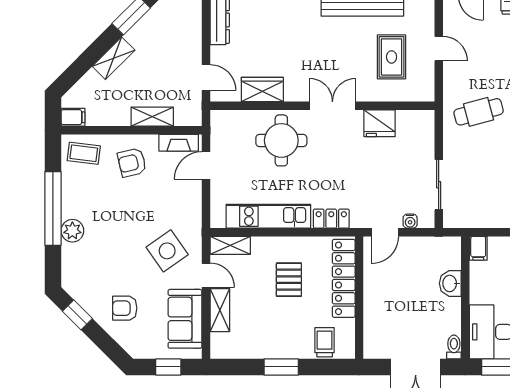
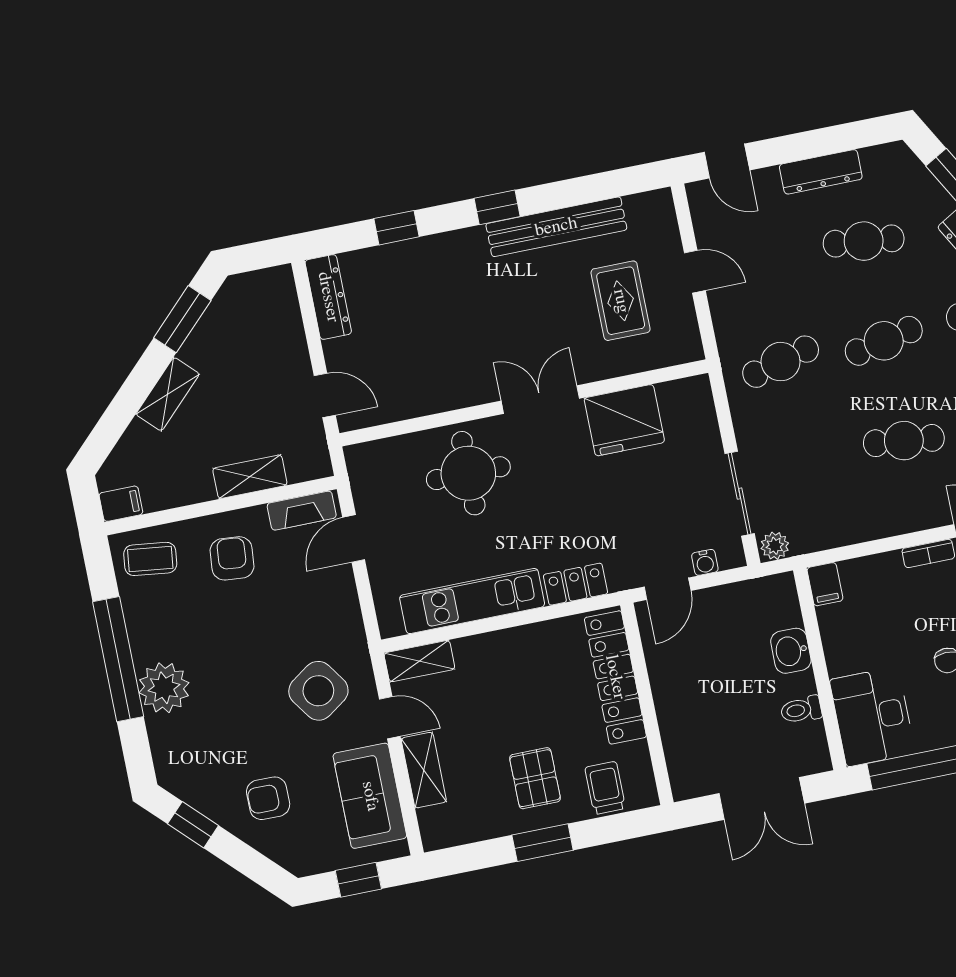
wardrobe: (262, 89) -> (421, 396), removed
fridge: (380, 123) -> (624, 420), width x1.36, depth x1.34
armchair: (132, 163) -> (232, 558), turned 108
plant: (453, 220) -> (775, 546), added
plant: (72, 231) -> (164, 688), width x1.36, depth x1.36
pallet: (289, 280) -> (535, 778), moved
toilet: (454, 347) -> (801, 710), moved, turned -90

